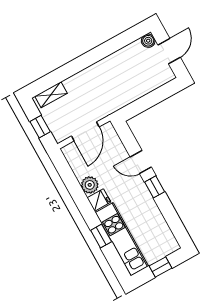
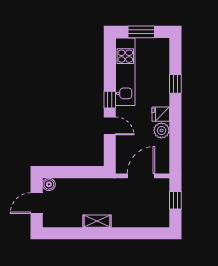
boiler: (148, 41) -> (49, 184), moved
shelving: (51, 95) -> (97, 221), moved
kitchen unit: (122, 239) -> (125, 72), moved, turned 180
window: (160, 267) -> (141, 32), width x1.50

